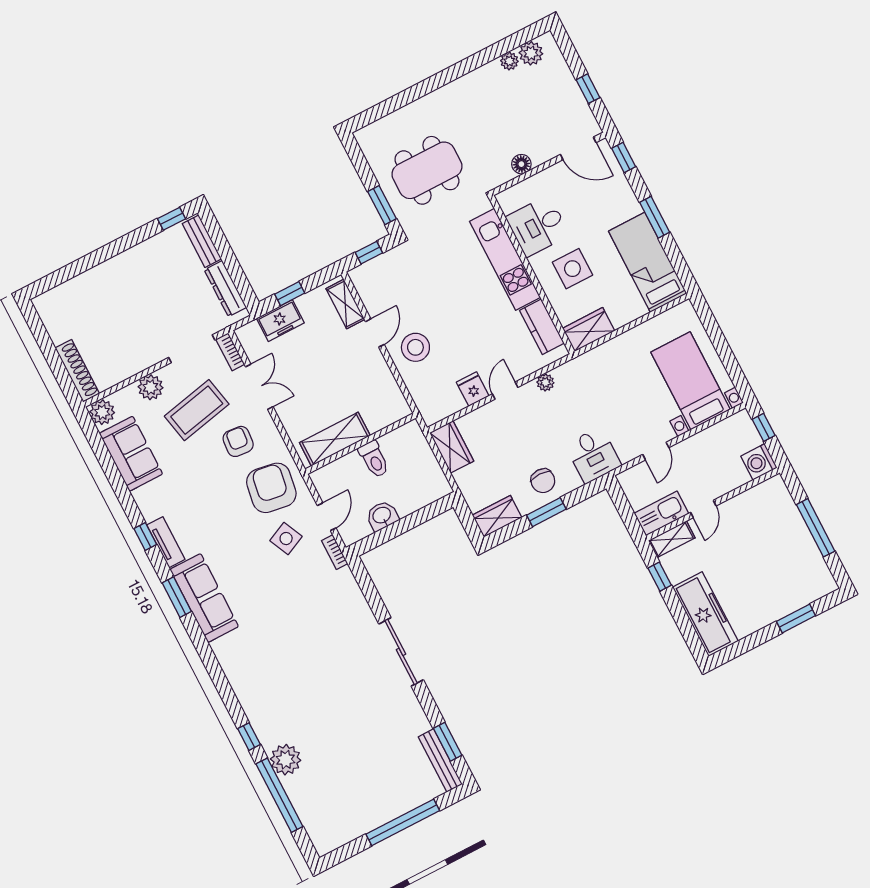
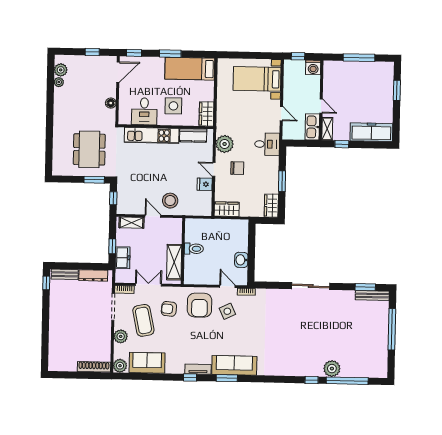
plant: (545, 382) -> (225, 144), width x1.87, depth x1.87
shelving: (335, 439) -> (174, 262), moved
wall: (360, 444) -> (183, 251), moved
toilet: (374, 459) -> (194, 249), moved
chair: (543, 481) -> (237, 168), moved
armchair: (271, 488) -> (199, 305), turned -99

